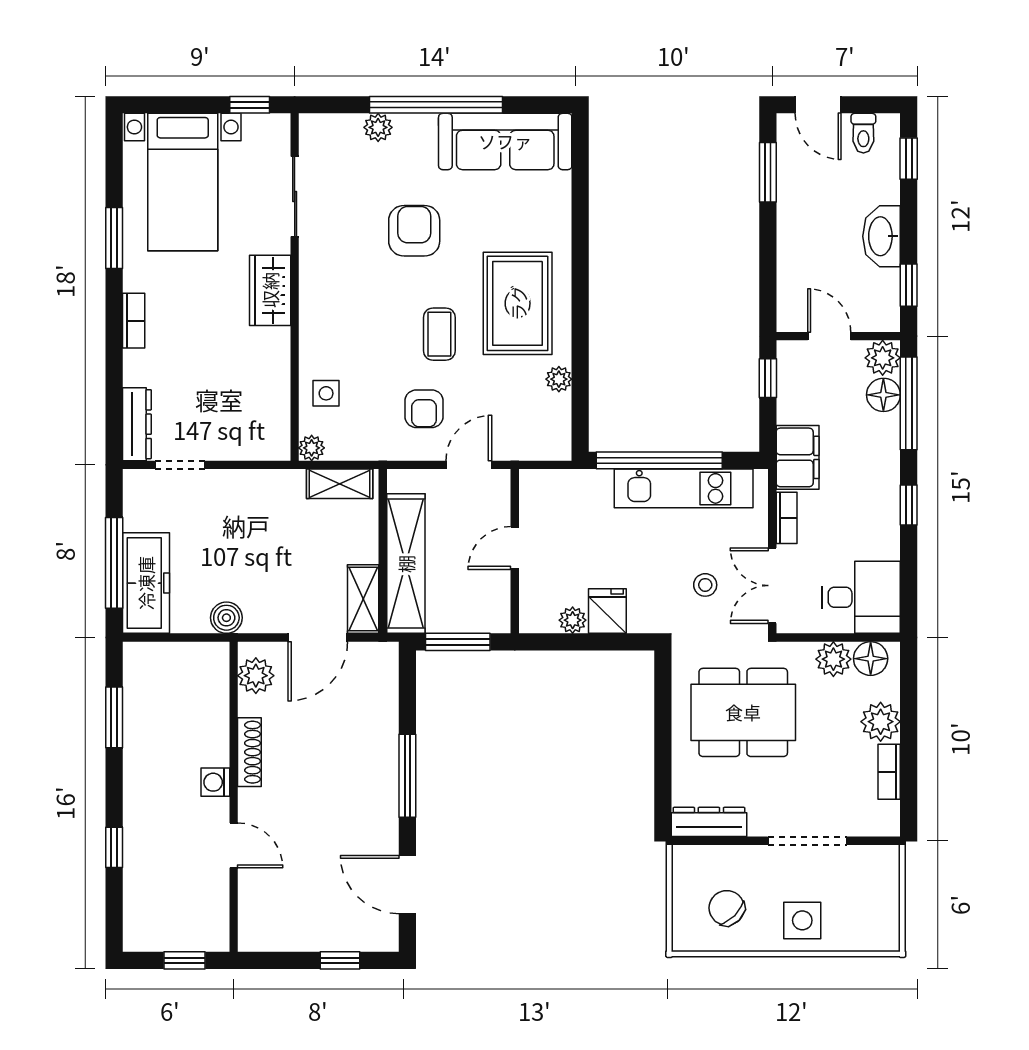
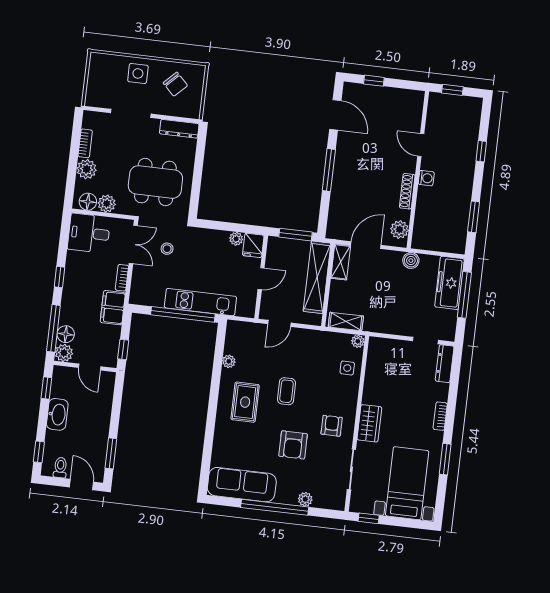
rug: (518, 303) -> (245, 402), width x0.73, depth x0.70
armchair: (424, 409) -> (332, 426), moved
kitchen unit: (684, 488) -> (200, 302), moved
fridge: (607, 611) -> (253, 245), moved

